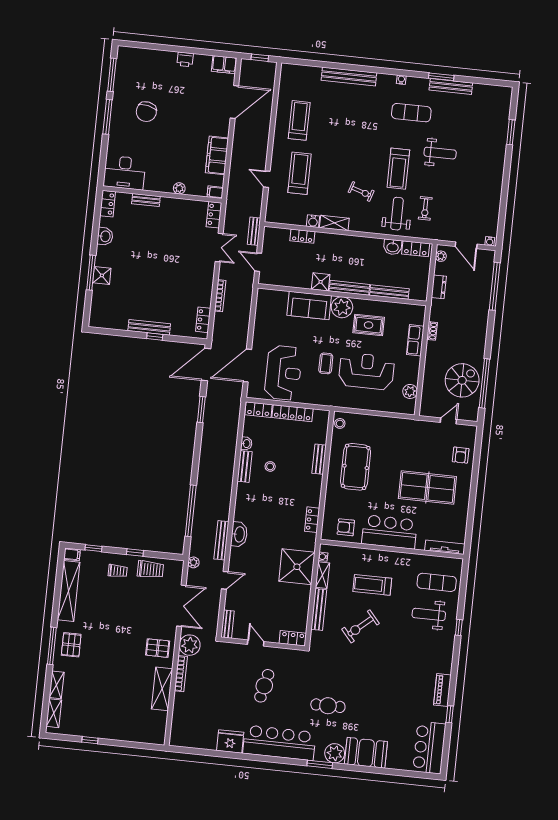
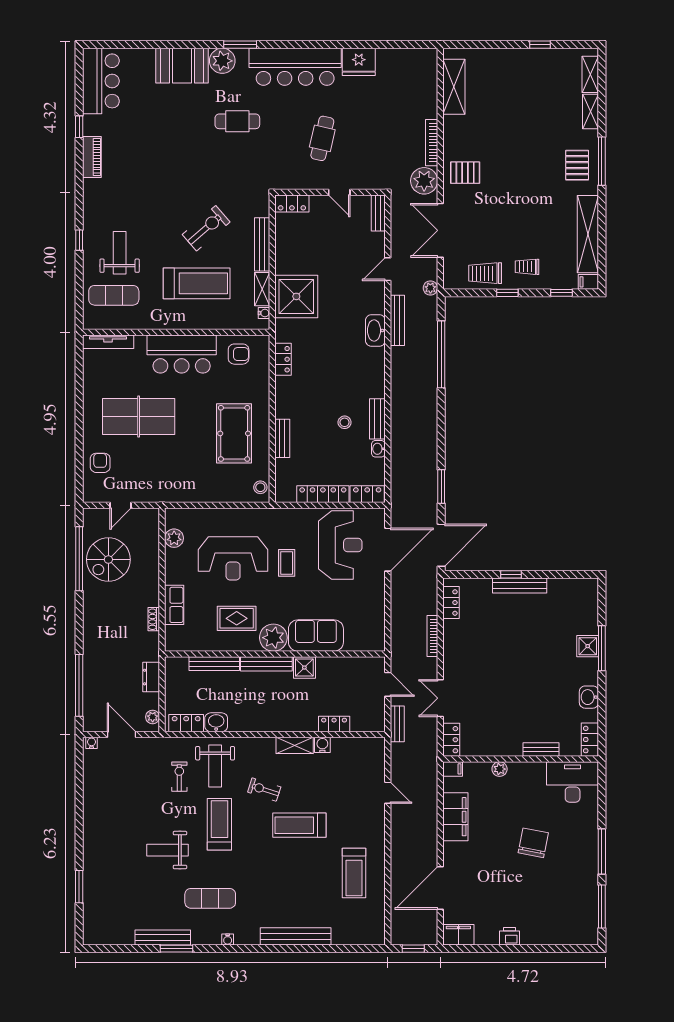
chair: (146, 112) -> (533, 843), moved
treadmill: (299, 173) -> (299, 825), moved, turned 90
reception desk: (283, 373) -> (340, 545), turned 180
treadmill: (372, 585) -> (197, 283), width x1.37, depth x1.38
weight bench: (429, 614) -> (120, 253), turned -90
shelving: (162, 689) -> (454, 87), moved

